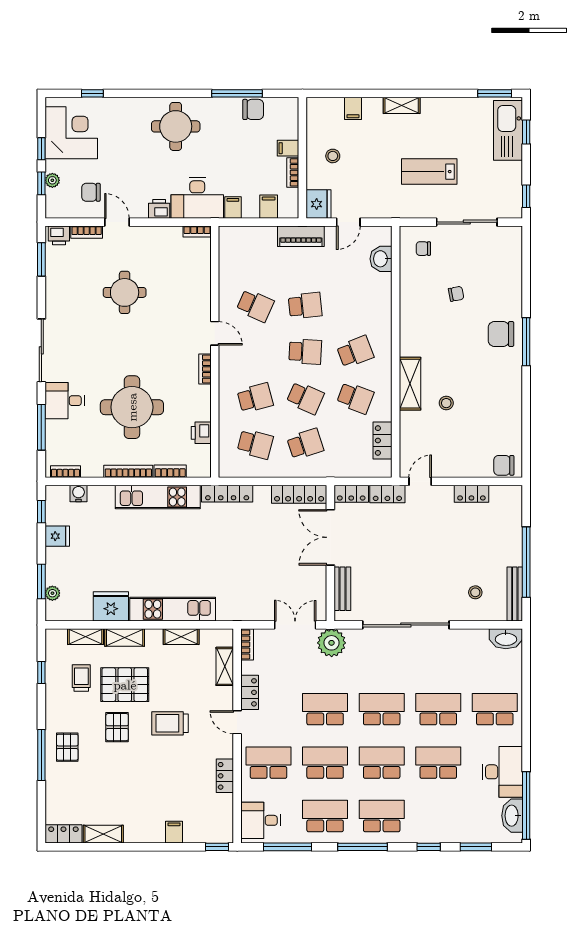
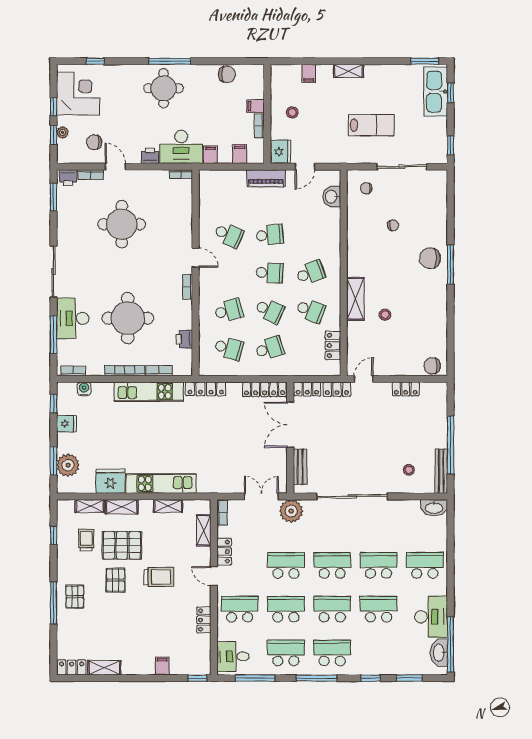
window: (237, 93) -> (170, 61), moved
lab bench: (429, 172) -> (371, 125), turned 180
round table: (125, 292) -> (122, 224), width x1.36, depth x1.36
desk: (65, 401) -> (73, 318), width x1.37
plant: (52, 593) -> (68, 465), width x1.87, depth x1.87
trolley: (170, 723) -> (159, 577), turned 180

